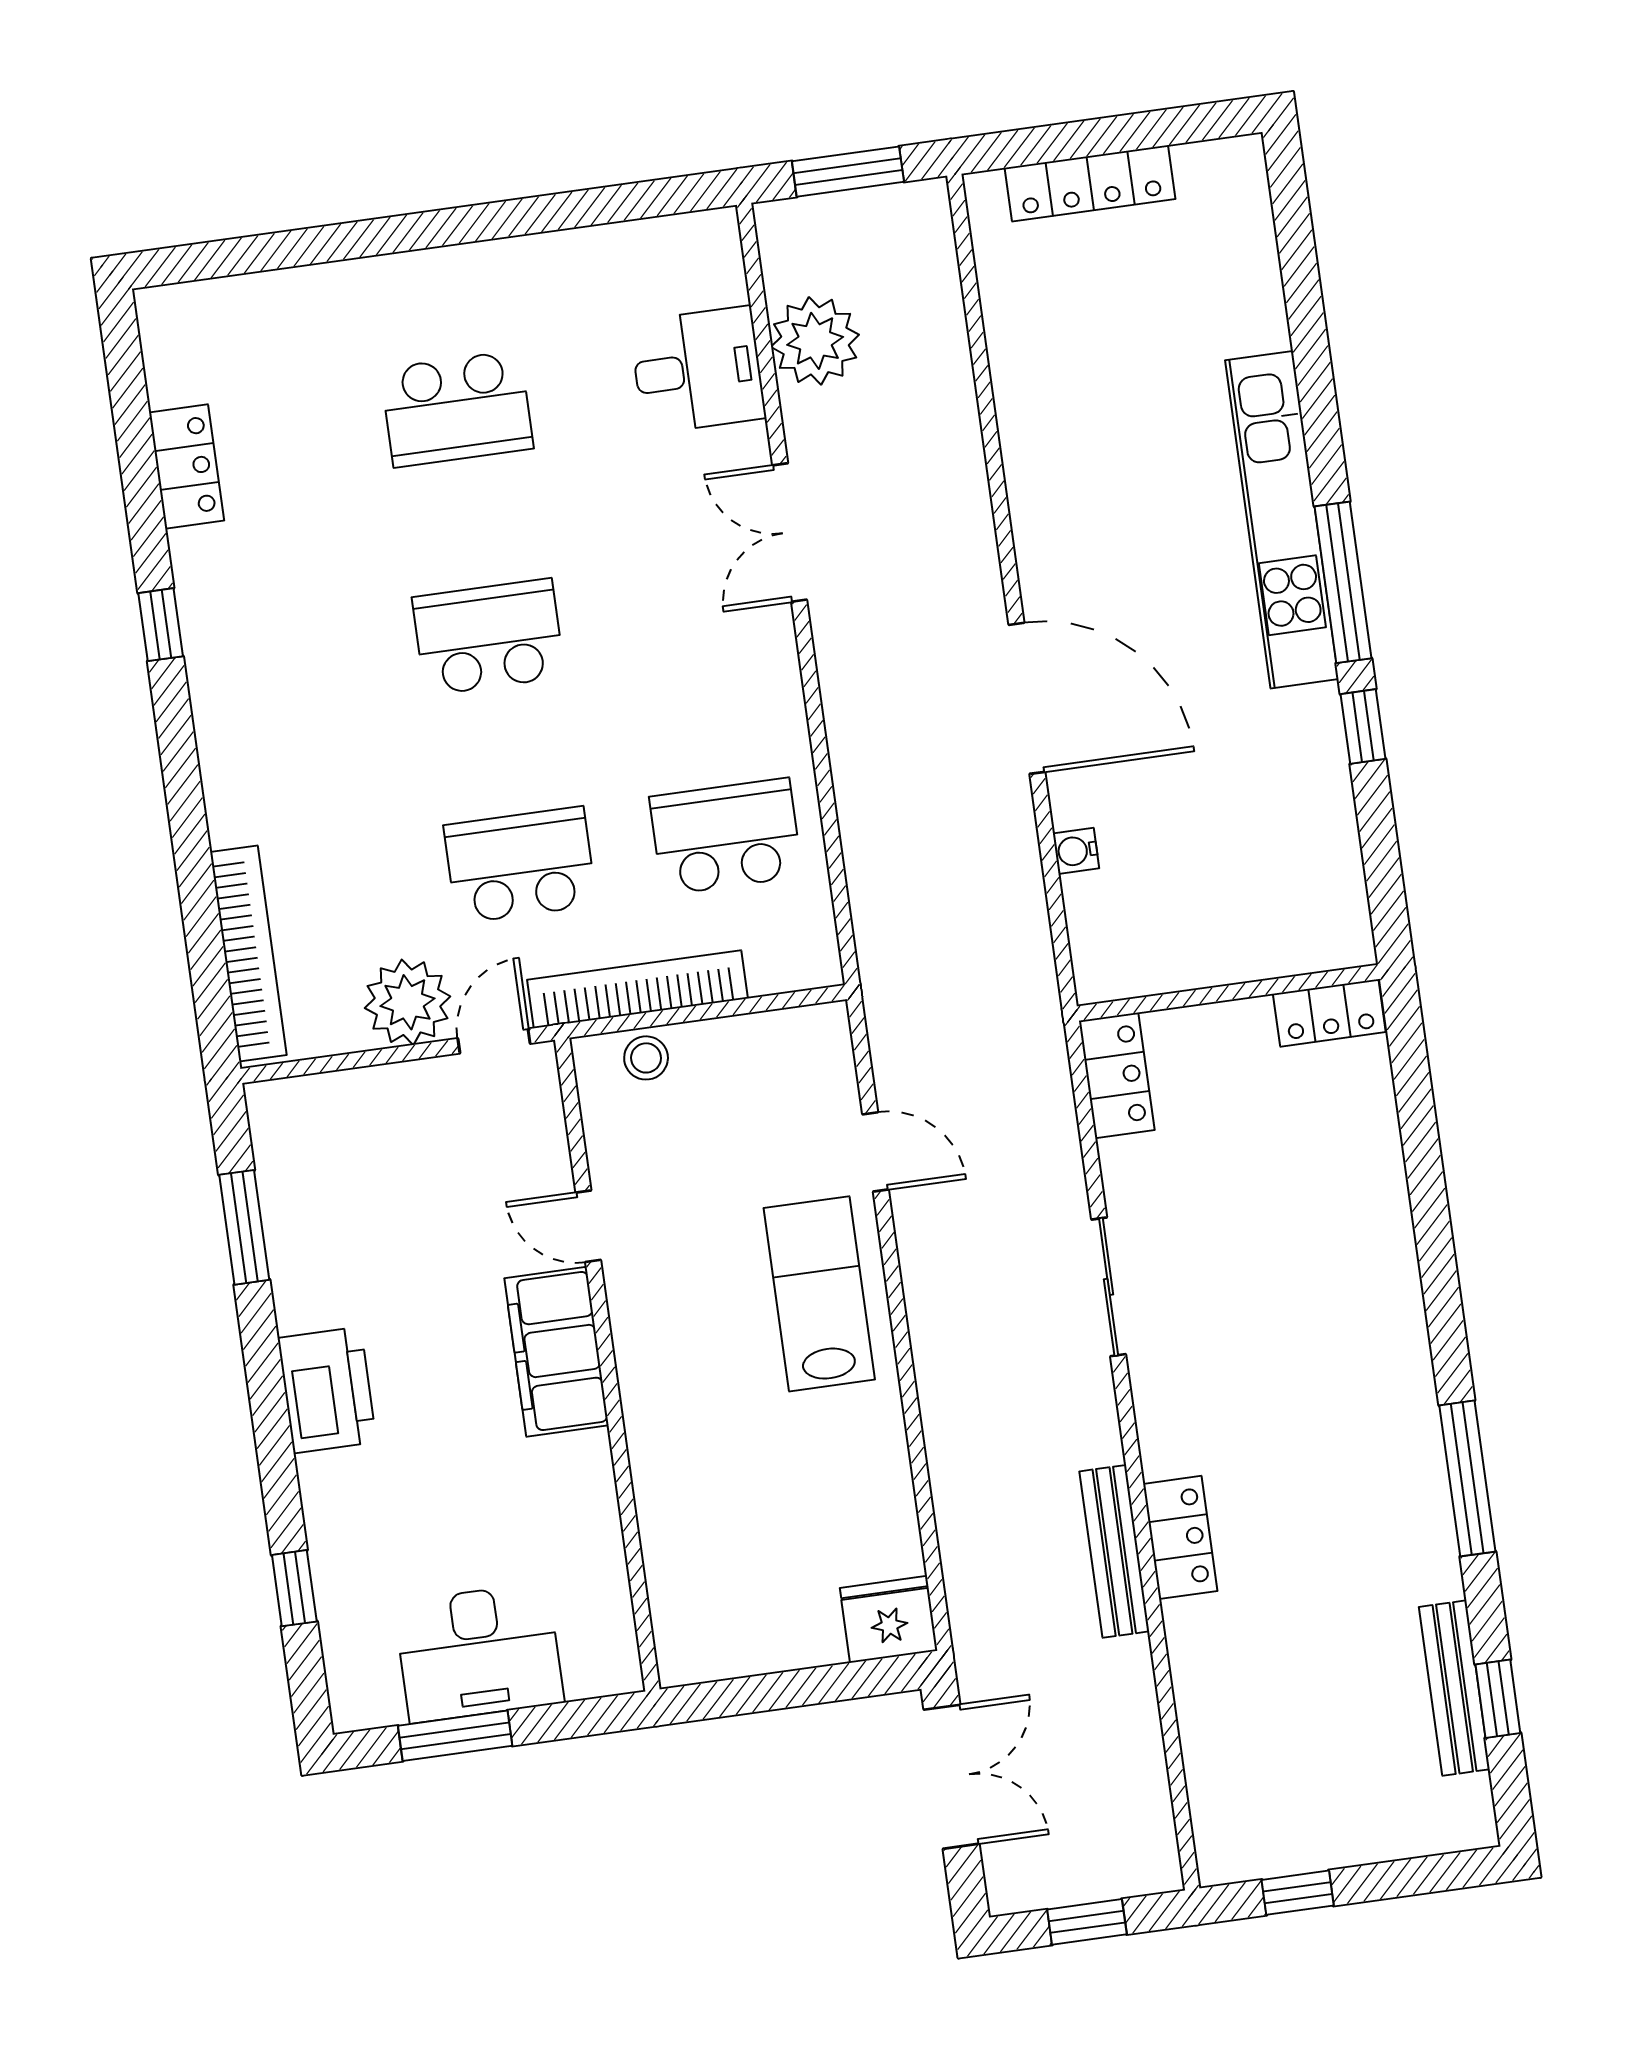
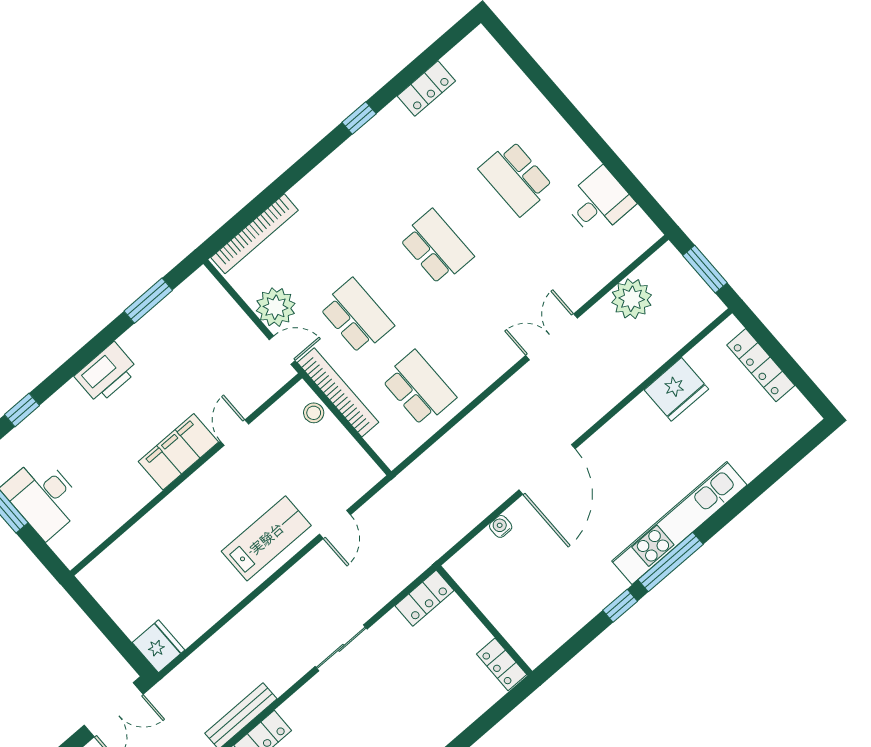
fridge: (1034, 367) -> (676, 389), added
desk: (698, 370) -> (599, 202), moved, turned -90

